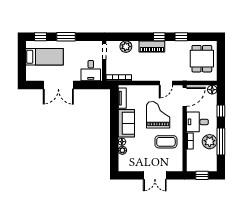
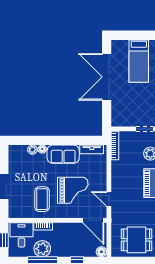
desk: (91, 71) -> (123, 114), removed
double door: (58, 85) -> (107, 77), width x1.36
desk: (197, 122) -> (21, 235), moved

